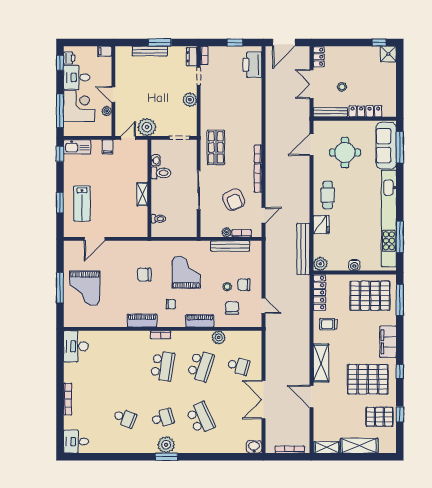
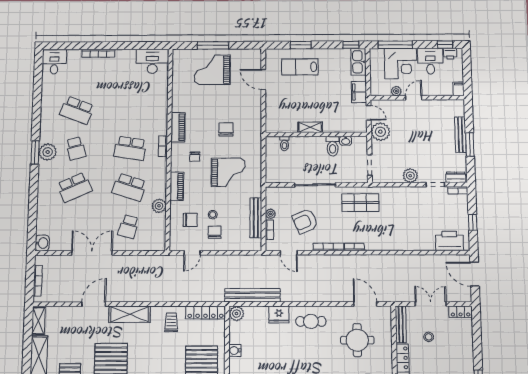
filing cabinet: (108, 147) -> (359, 92), width x2.00
school desk: (125, 418) -> (77, 110), width x1.85

